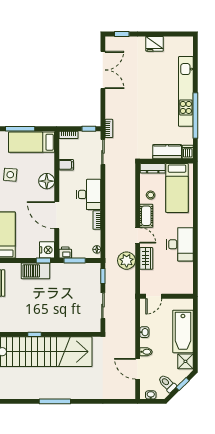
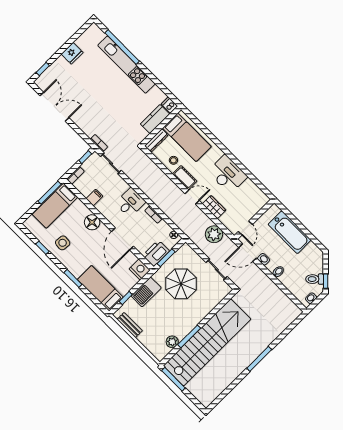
window: (195, 116) -> (122, 47), moved
window: (20, 129) -> (50, 193), moved
desk: (89, 194) -> (130, 203), width x0.73
door: (57, 215) -> (123, 239), hinge flipped
printer: (65, 253) -> (156, 253), width x1.87, depth x1.48
window: (43, 260) -> (126, 298), moved
plant: (127, 261) -> (214, 234), moved
window: (103, 276) -> (196, 249), removed
parasol: (67, 290) -> (181, 284), added
plant: (18, 326) -> (172, 342), added
window: (34, 334) -> (189, 336), width x2.17
shower: (185, 361) -> (312, 251), removed
door: (138, 369) -> (248, 253), moved
window: (183, 384) -> (326, 281), moved
window: (55, 401) -> (259, 359), moved

